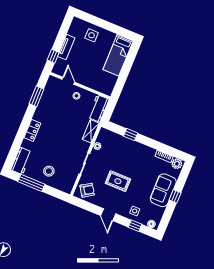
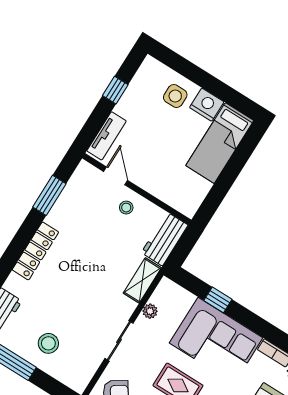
nightstand: (108, 37) -> (207, 105), added
tv unit: (66, 47) -> (107, 136), moved
window: (53, 56) -> (115, 90), moved
locker: (32, 130) -> (35, 251), width x1.53
corner sofa: (133, 155) -> (216, 340), added

